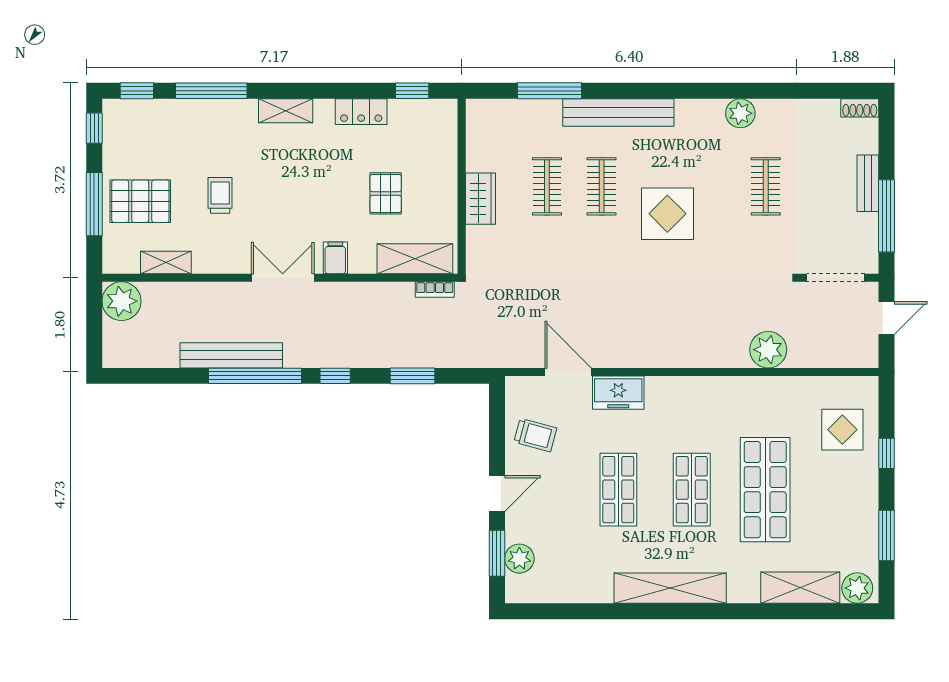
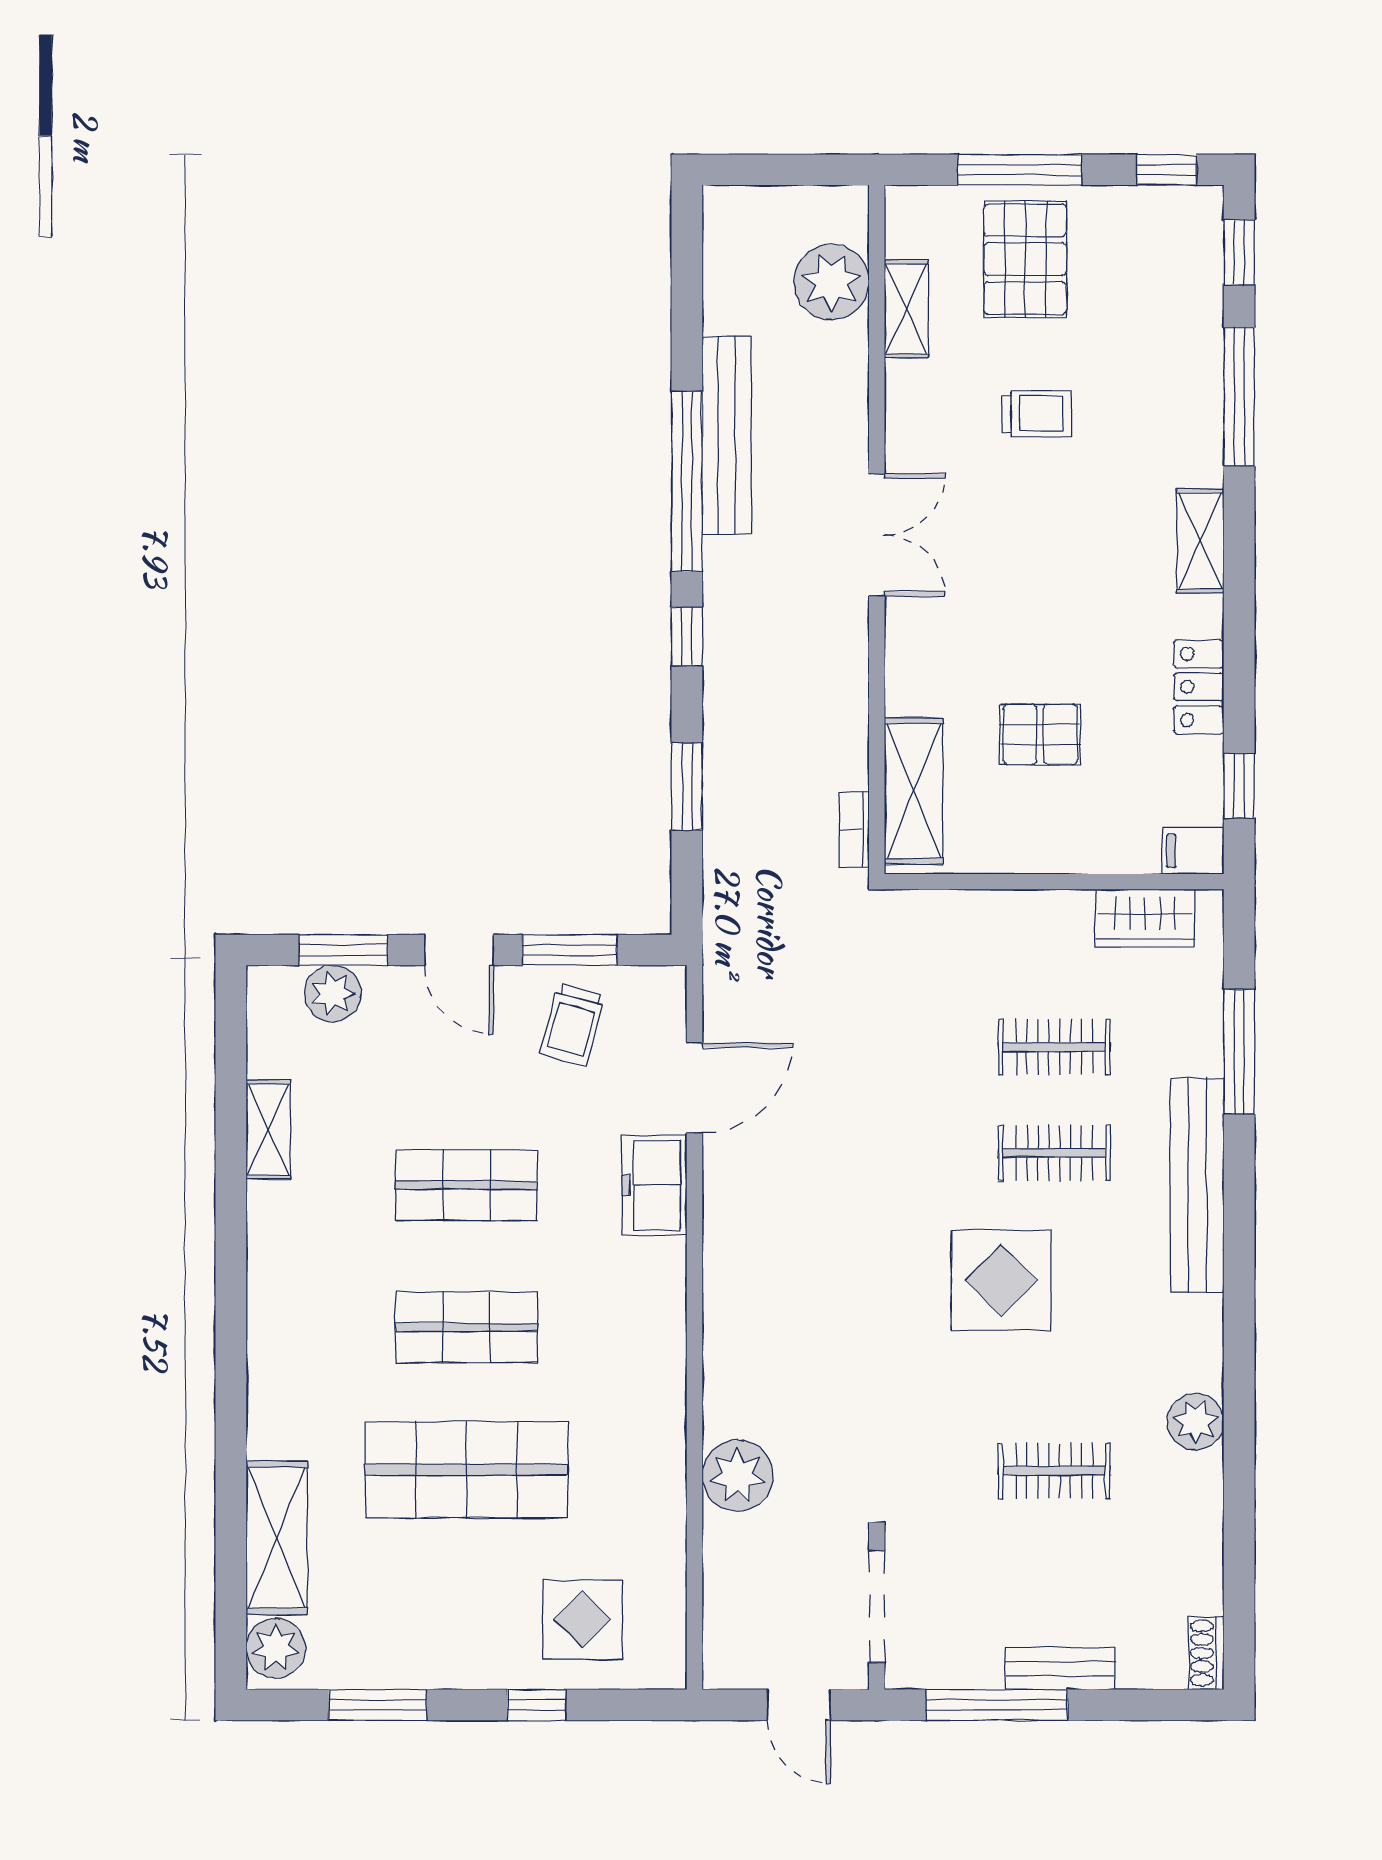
wardrobe: (480, 199) -> (1145, 918), moved
filing cabinet: (335, 258) -> (1193, 851), moved, turned 180
plant: (121, 301) -> (832, 282), moved
window: (497, 436) -> (570, 950), added
shelving: (670, 588) -> (268, 1130), moved, width x0.45, depth x0.75

